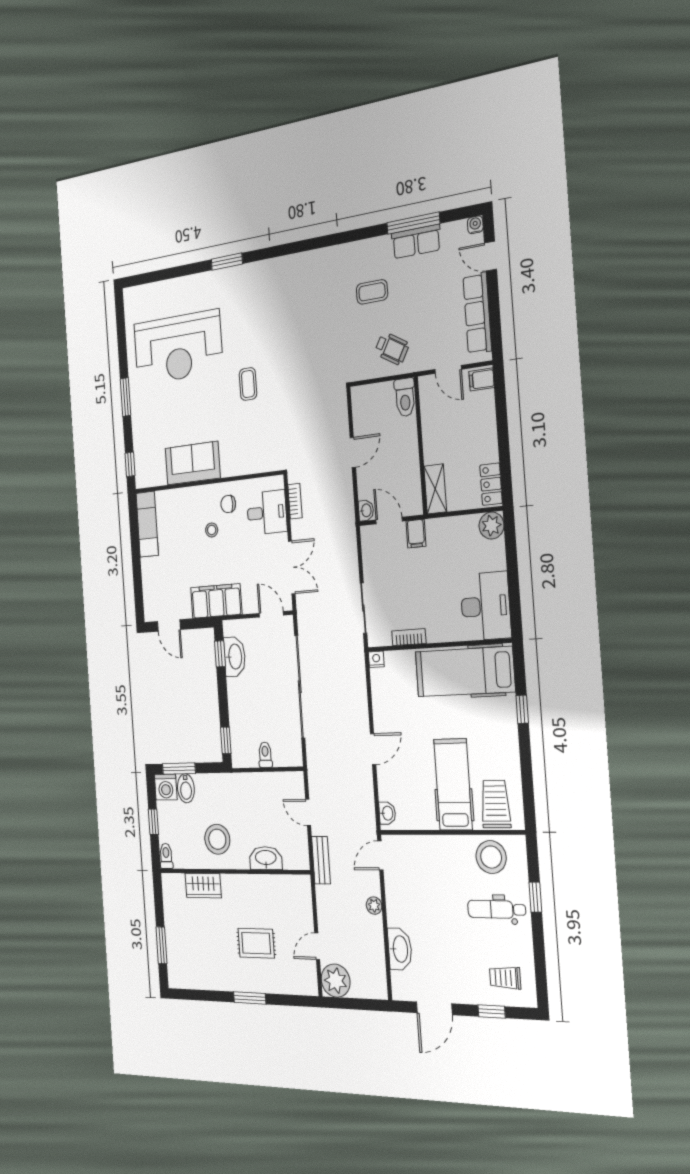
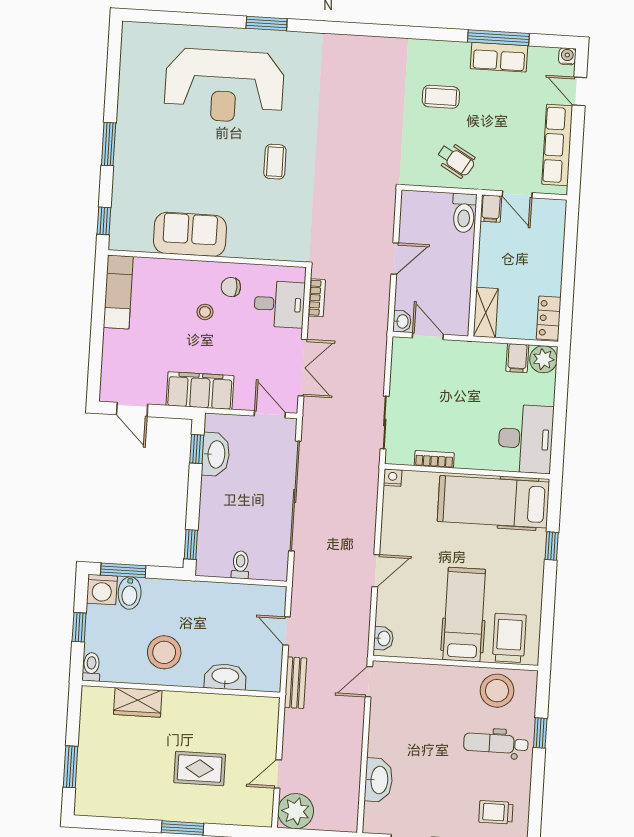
reception desk: (178, 348) -> (224, 86), moved
filing cabinet: (482, 379) -> (491, 209), moved, turned -90
filing cabinet: (416, 534) -> (517, 358), moved
plant: (374, 906) -> (354, 734), removed

